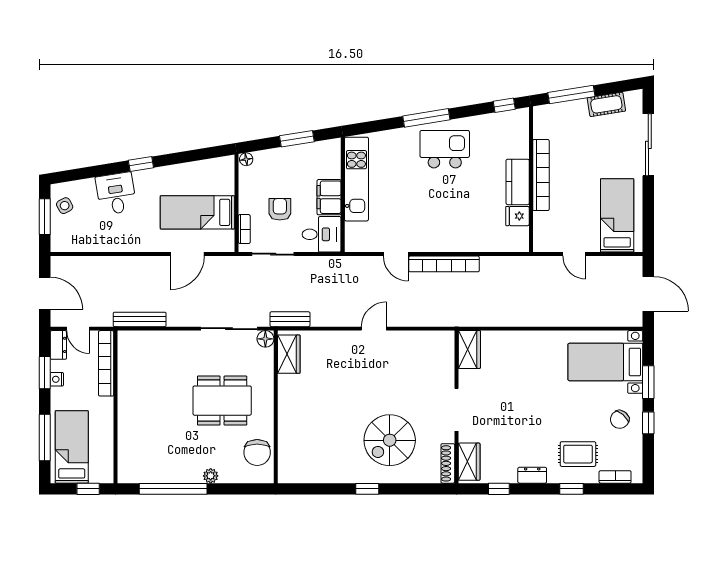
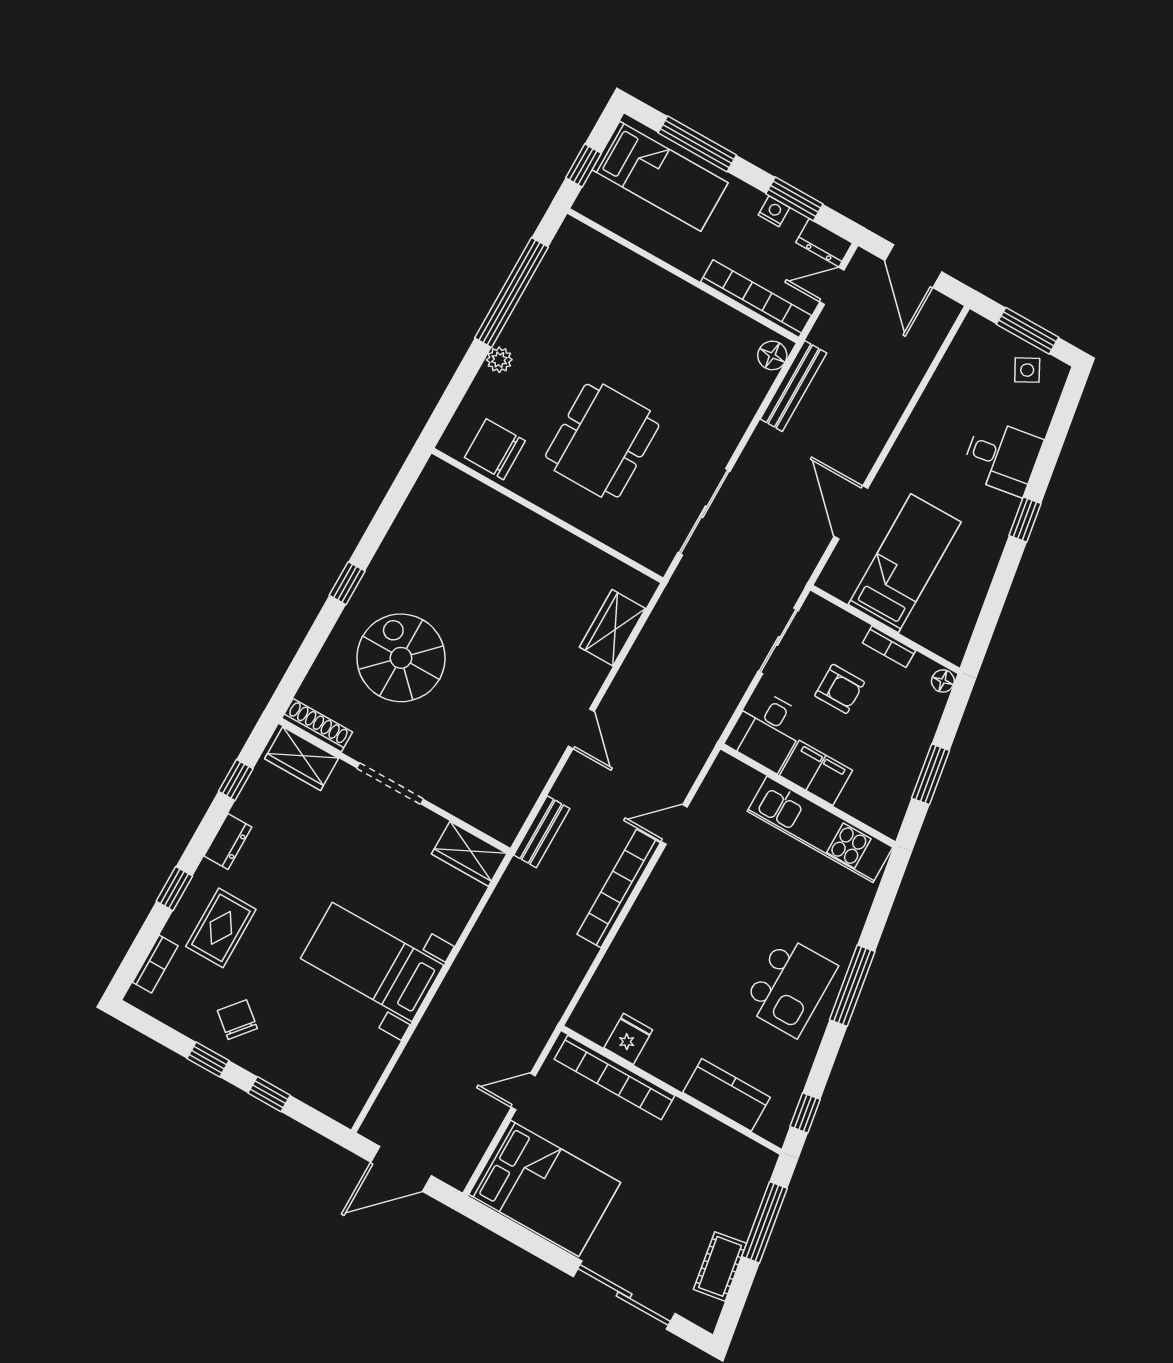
bookcase: (541, 175) -> (614, 1077), moved
kitchen counter: (518, 182) -> (727, 1095), moved
bed: (617, 215) -> (545, 1188), width x1.50
bookcase: (244, 229) -> (889, 647), moved
door: (45, 293) -> (913, 266), hinge flipped
bench: (290, 319) -> (542, 832), moved
floor lamp: (265, 339) -> (772, 355), moved
wardrobe: (289, 354) -> (613, 628), moved, turned 90
bed with nightstands: (605, 362) -> (372, 962), moved, turned -90
window: (648, 382) -> (269, 1094), width x0.67

